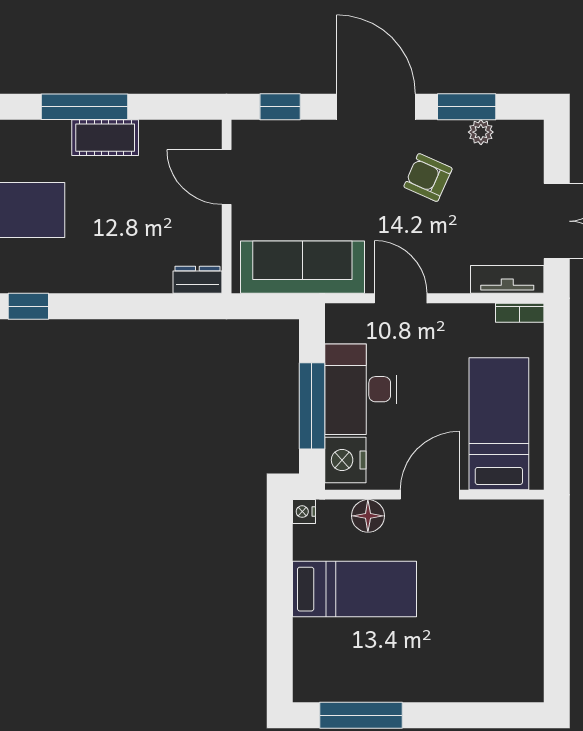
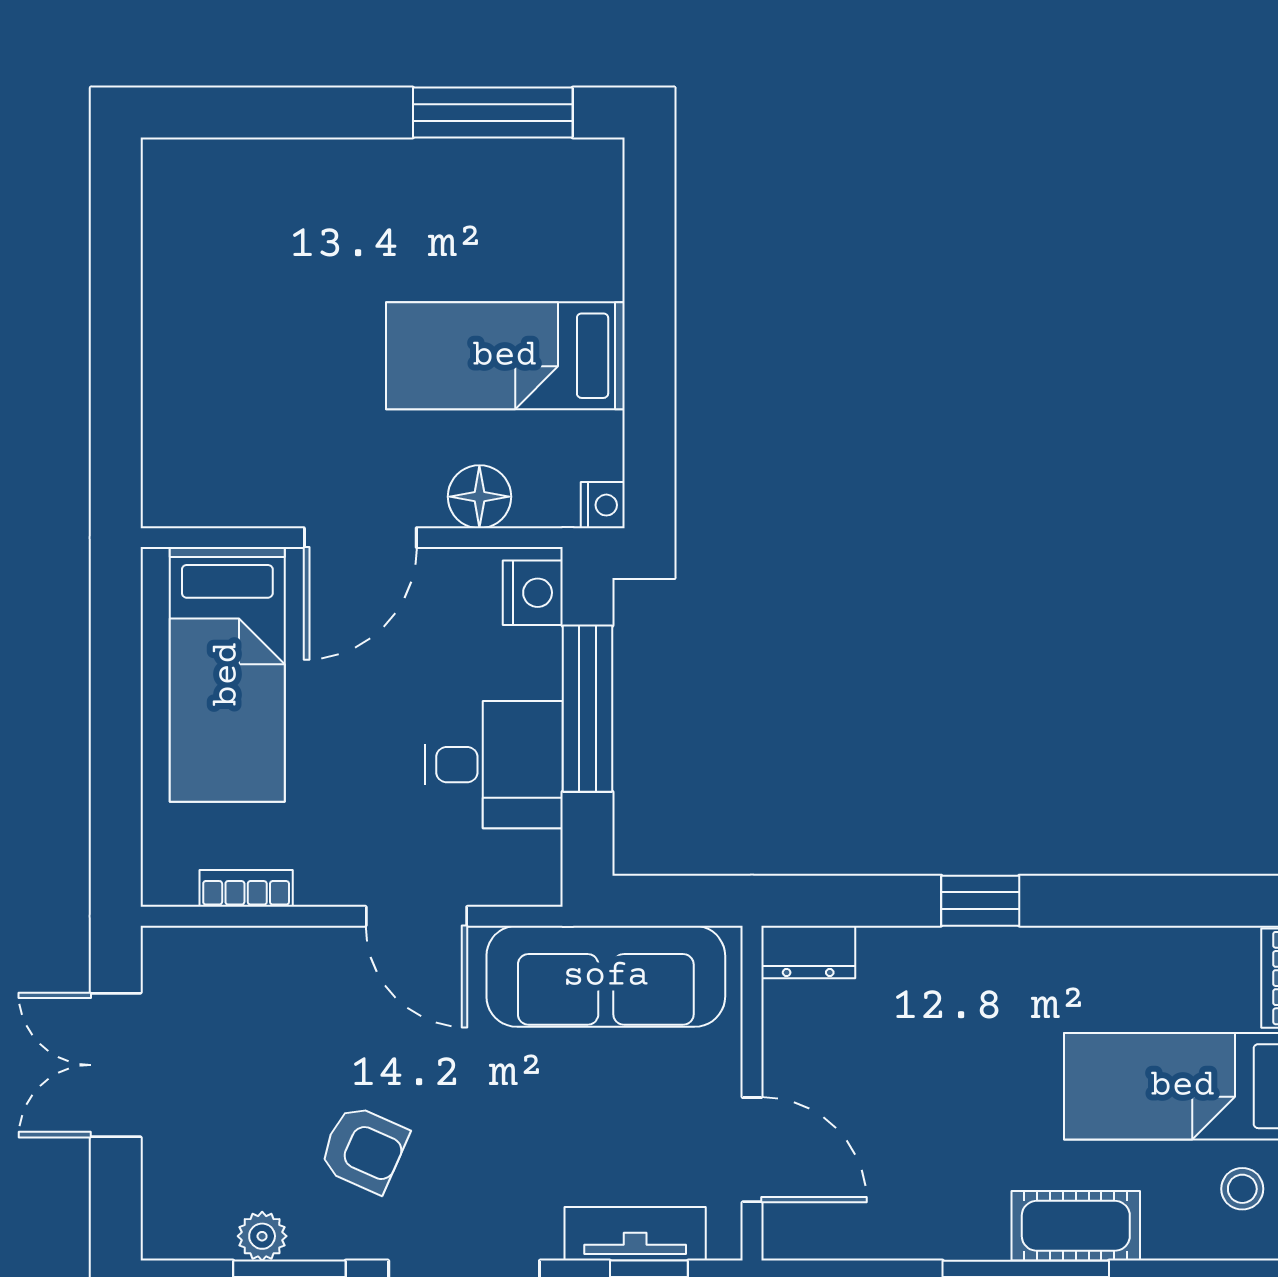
cot: (105, 138) -> (1076, 1226), moved
tv unit: (507, 279) -> (635, 1234), moved, turned 180
window: (28, 306) -> (980, 901), moved
bookcase: (520, 313) -> (246, 888), moved
desk: (360, 389) -> (494, 765), width x0.73
nightstand: (345, 460) -> (533, 593), width x0.74, depth x0.75

